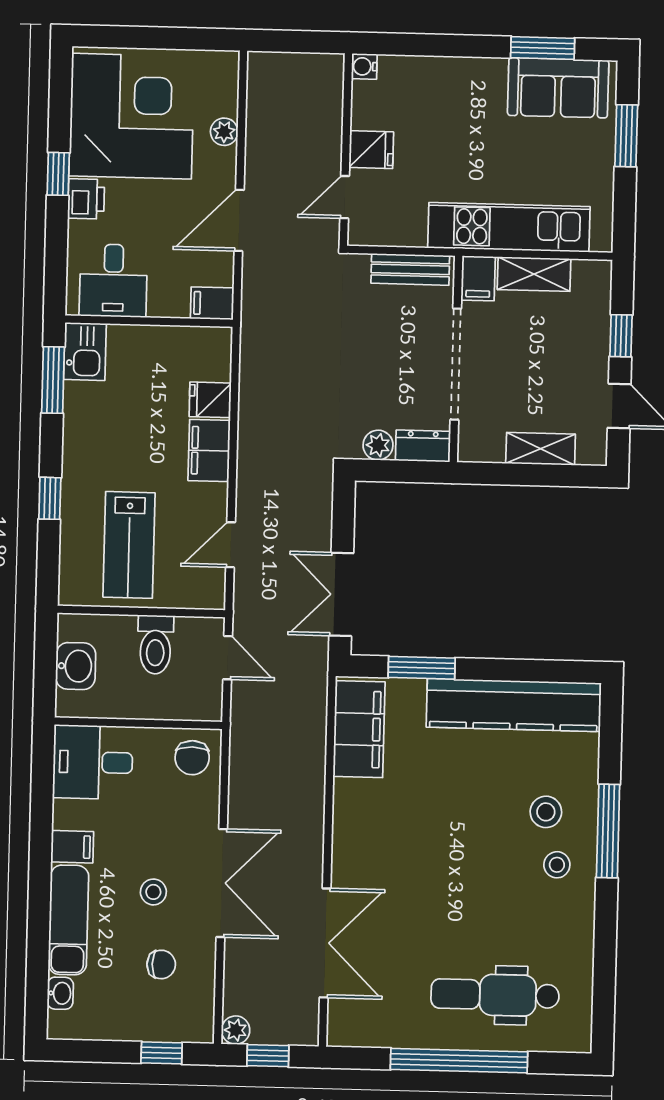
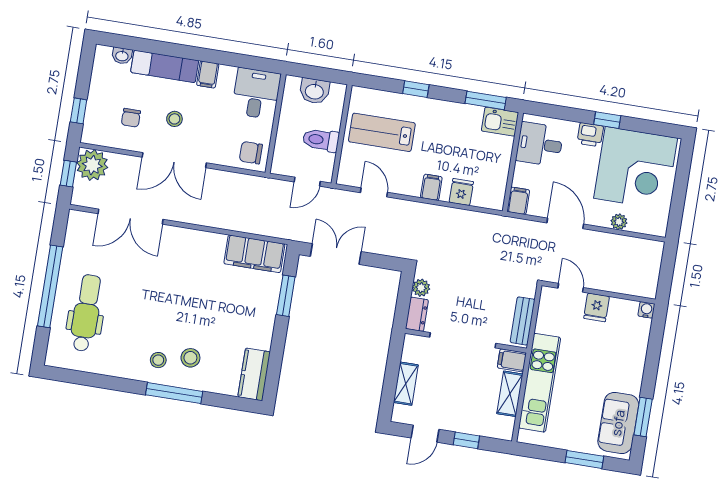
filing cabinet: (209, 451) -> (431, 187), width x0.50
kitchen counter: (514, 705) -> (254, 374), width x0.48, depth x0.86
plant: (236, 1030) -> (92, 165), width x1.87, depth x1.87

